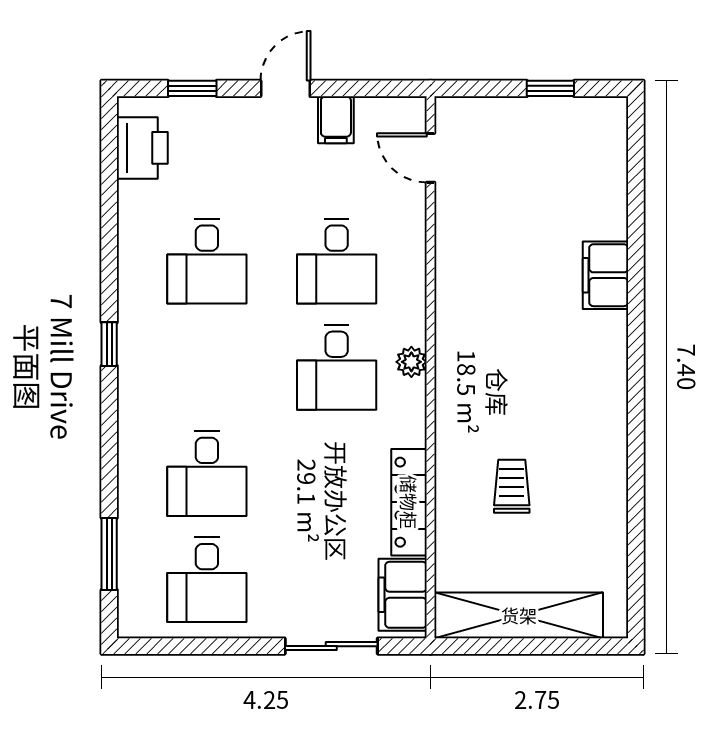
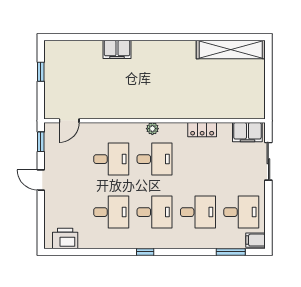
window: (192, 88) -> (41, 142), moved
filing cabinet: (336, 120) -> (256, 240), moved, turned 180
desk: (207, 367) -> (155, 212), added
trolley: (512, 486) -> (203, 88), removed
locker: (409, 502) -> (202, 130), width x0.66
shelving: (519, 615) -> (231, 50), moved, turned 90

